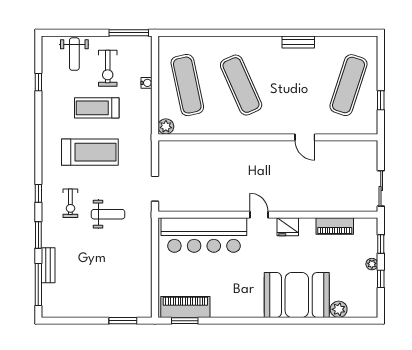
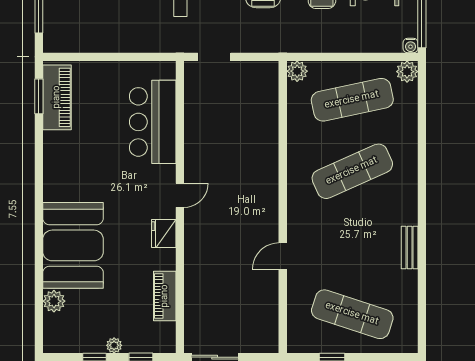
plant: (166, 44) -> (407, 72), added
water cooler: (147, 83) -> (411, 46), moved
bar counter: (204, 235) -> (153, 122), width x0.73

